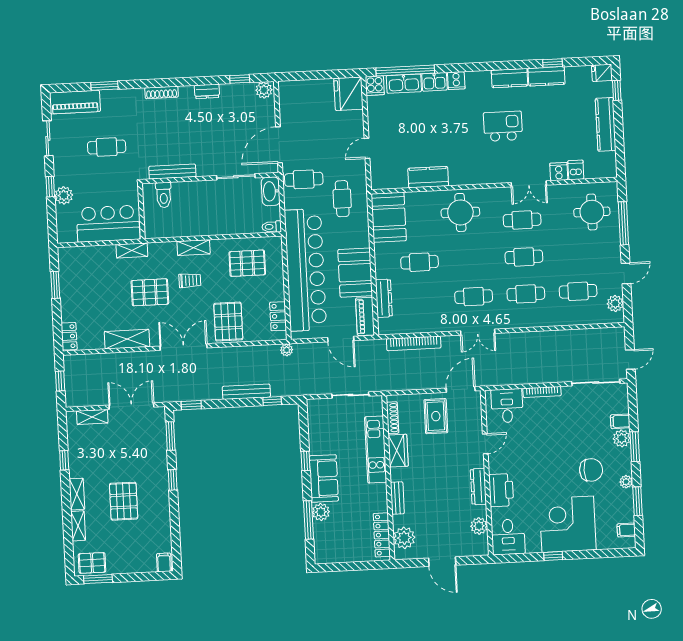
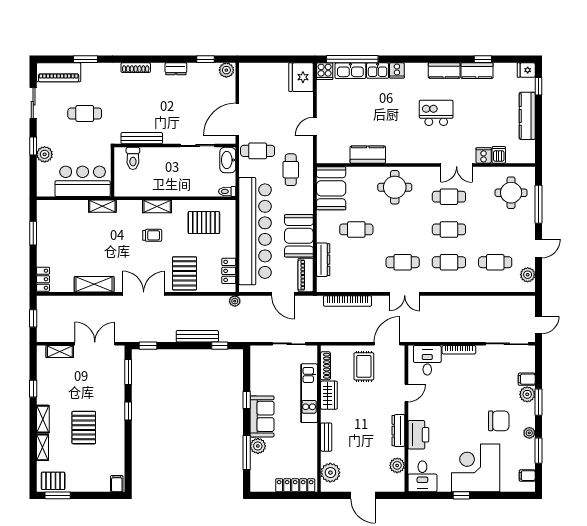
pallet: (150, 292) -> (116, 244), removed
locker: (382, 535) -> (295, 485), moved, turned 90

